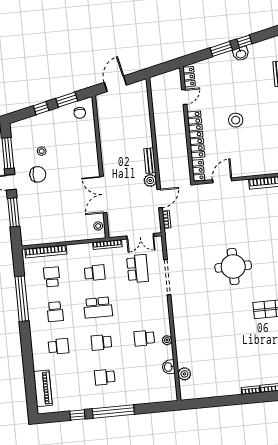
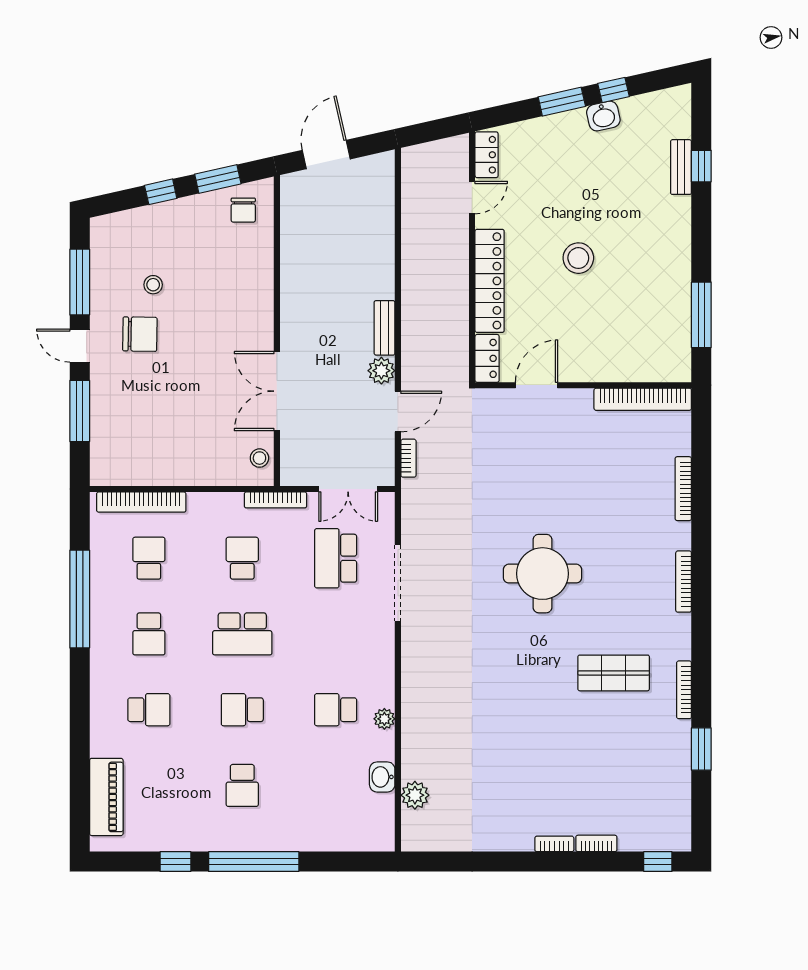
school desk: (138, 269) -> (336, 558), turned 180
school desk: (95, 273) -> (242, 558), turned -90
school desk: (105, 377) -> (242, 785), turned -90

